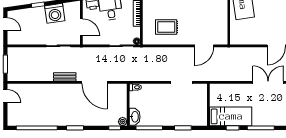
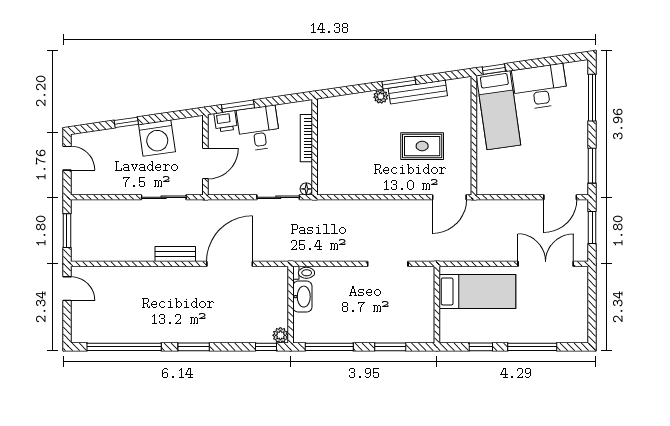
door: (81, 27) -> (205, 164), hinge flipped
rug: (166, 27) -> (422, 146), moved
door: (204, 46) -> (449, 197), moved
door: (95, 82) -> (230, 264), swing flipped
bed: (231, 116) -> (477, 291), moved
washbasin: (135, 117) -> (302, 297), moved

